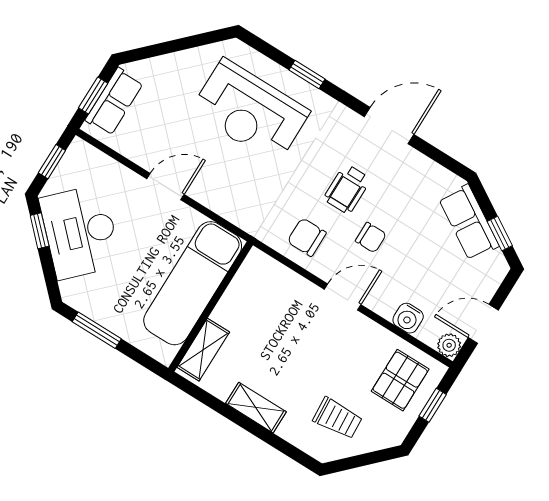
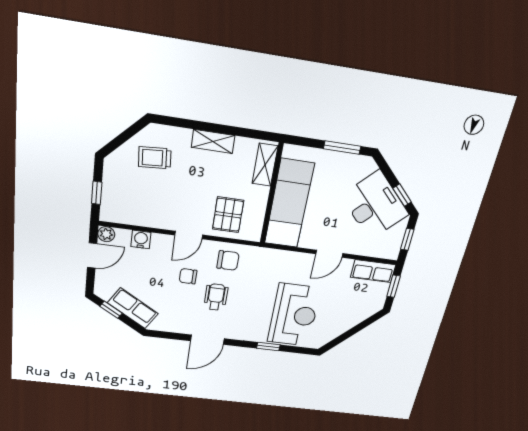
row of seats: (114, 102) -> (373, 271), moved, turned -90
reception desk: (250, 111) -> (294, 315), turned 90
pallet: (400, 380) -> (228, 215), moved

